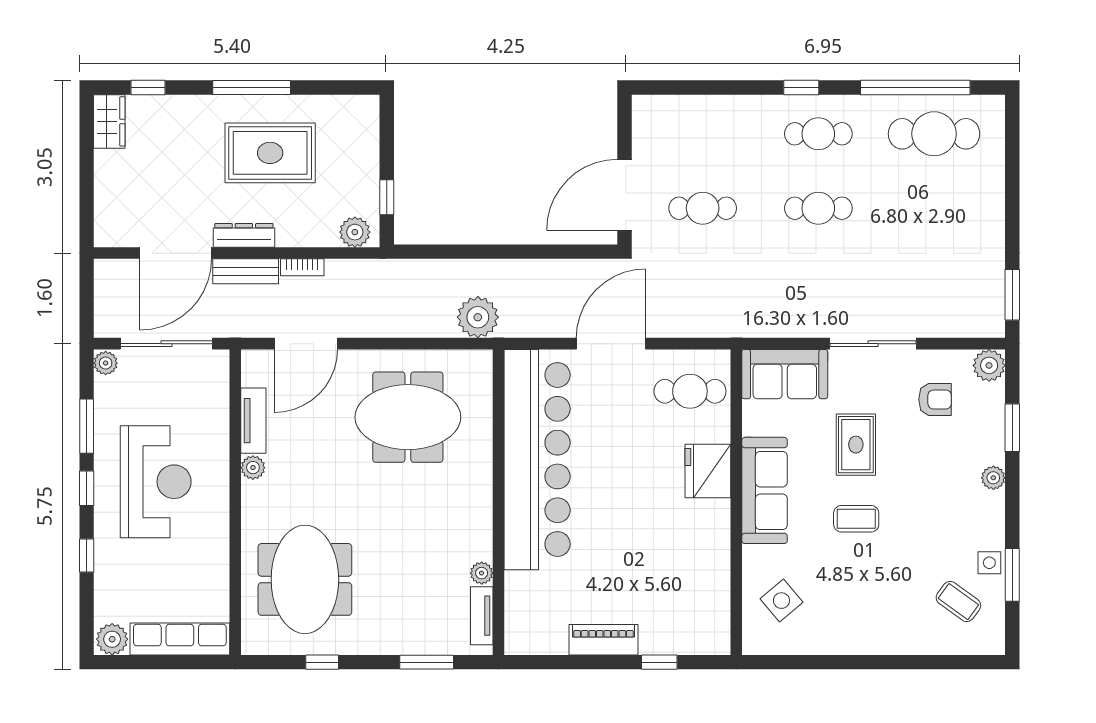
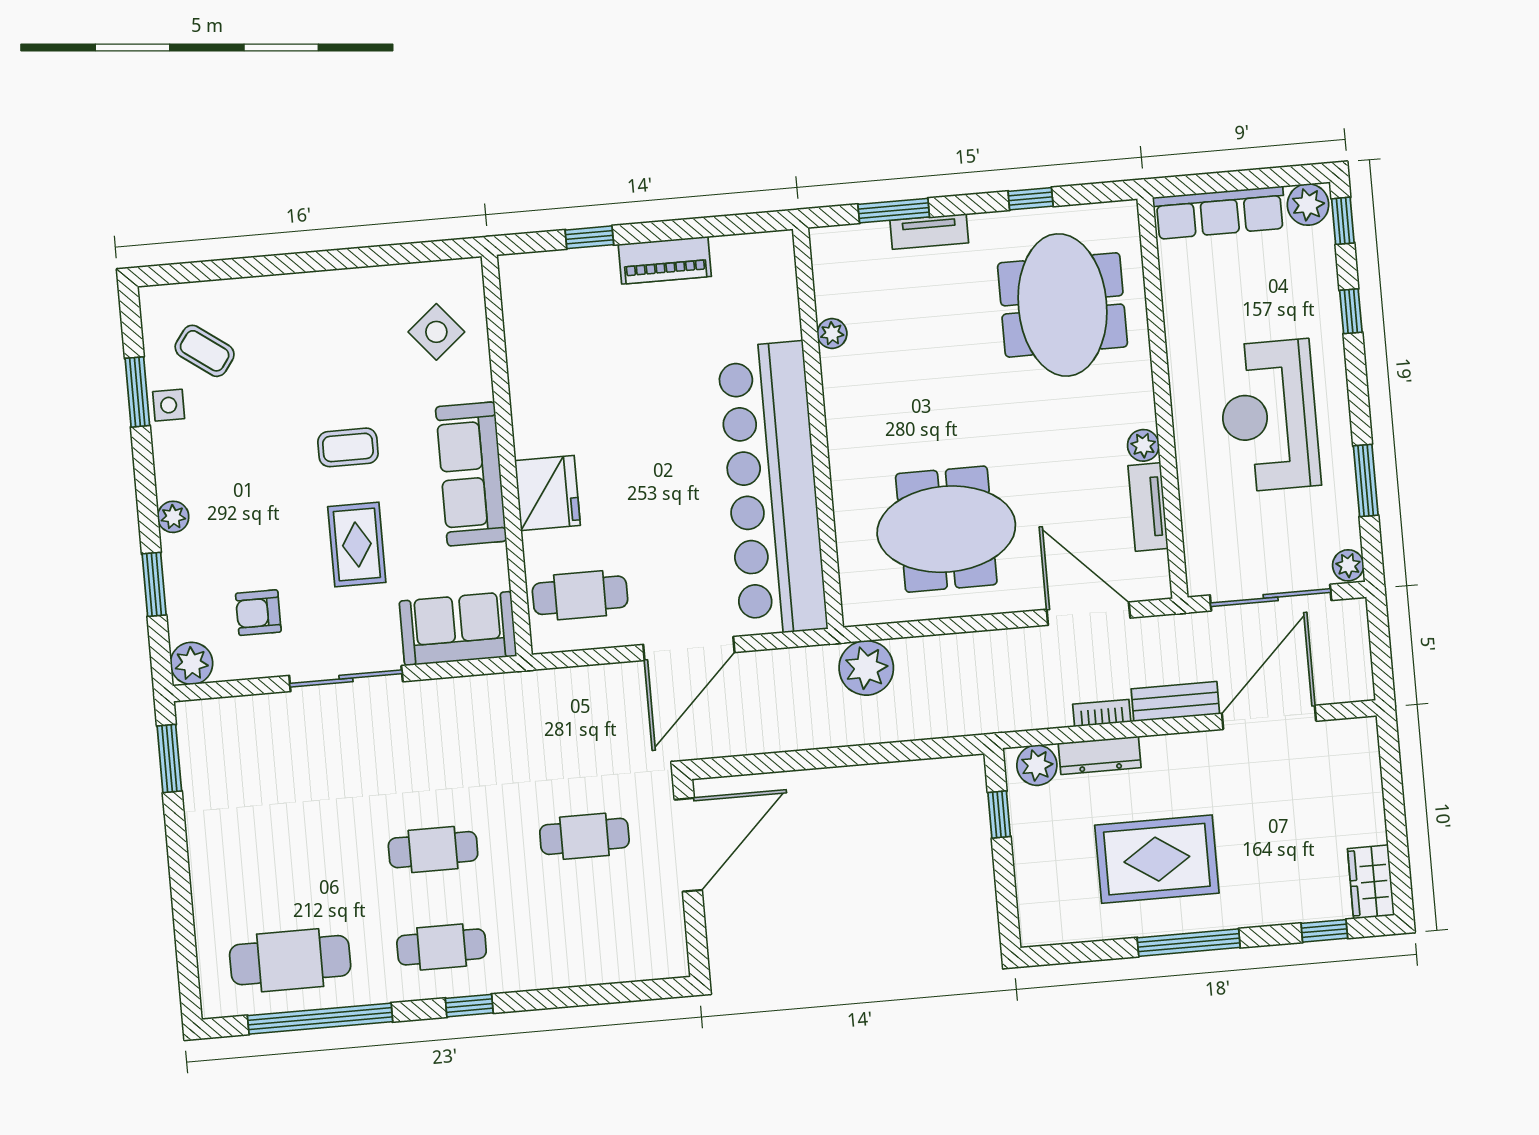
dresser: (244, 235) -> (1100, 755), moved
door: (306, 344) -> (1088, 614), hinge flipped
window: (87, 488) -> (1343, 221), moved
tv unit: (482, 616) -> (929, 232), moved, turned 90

